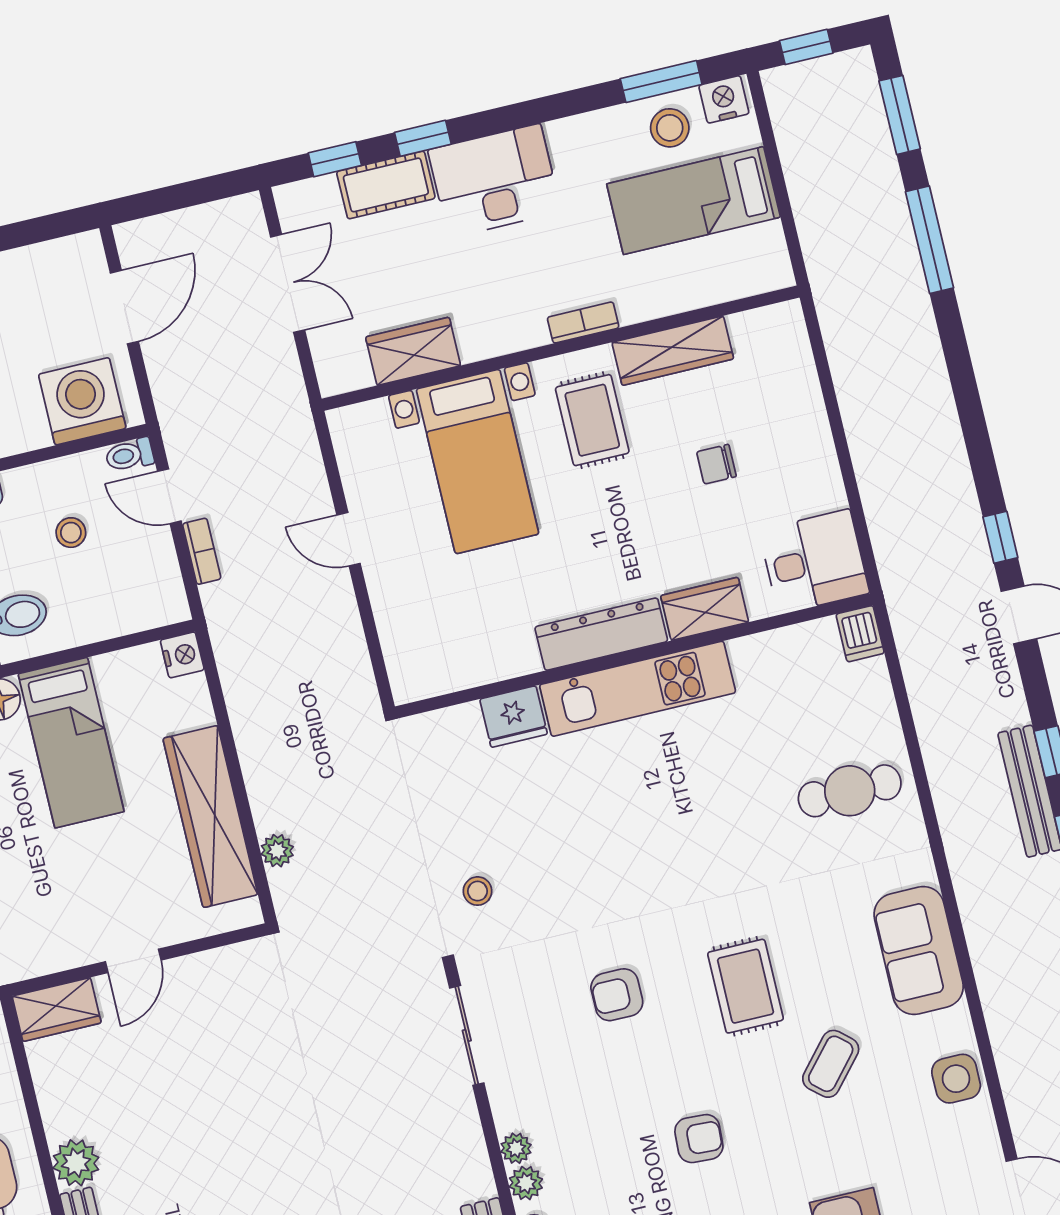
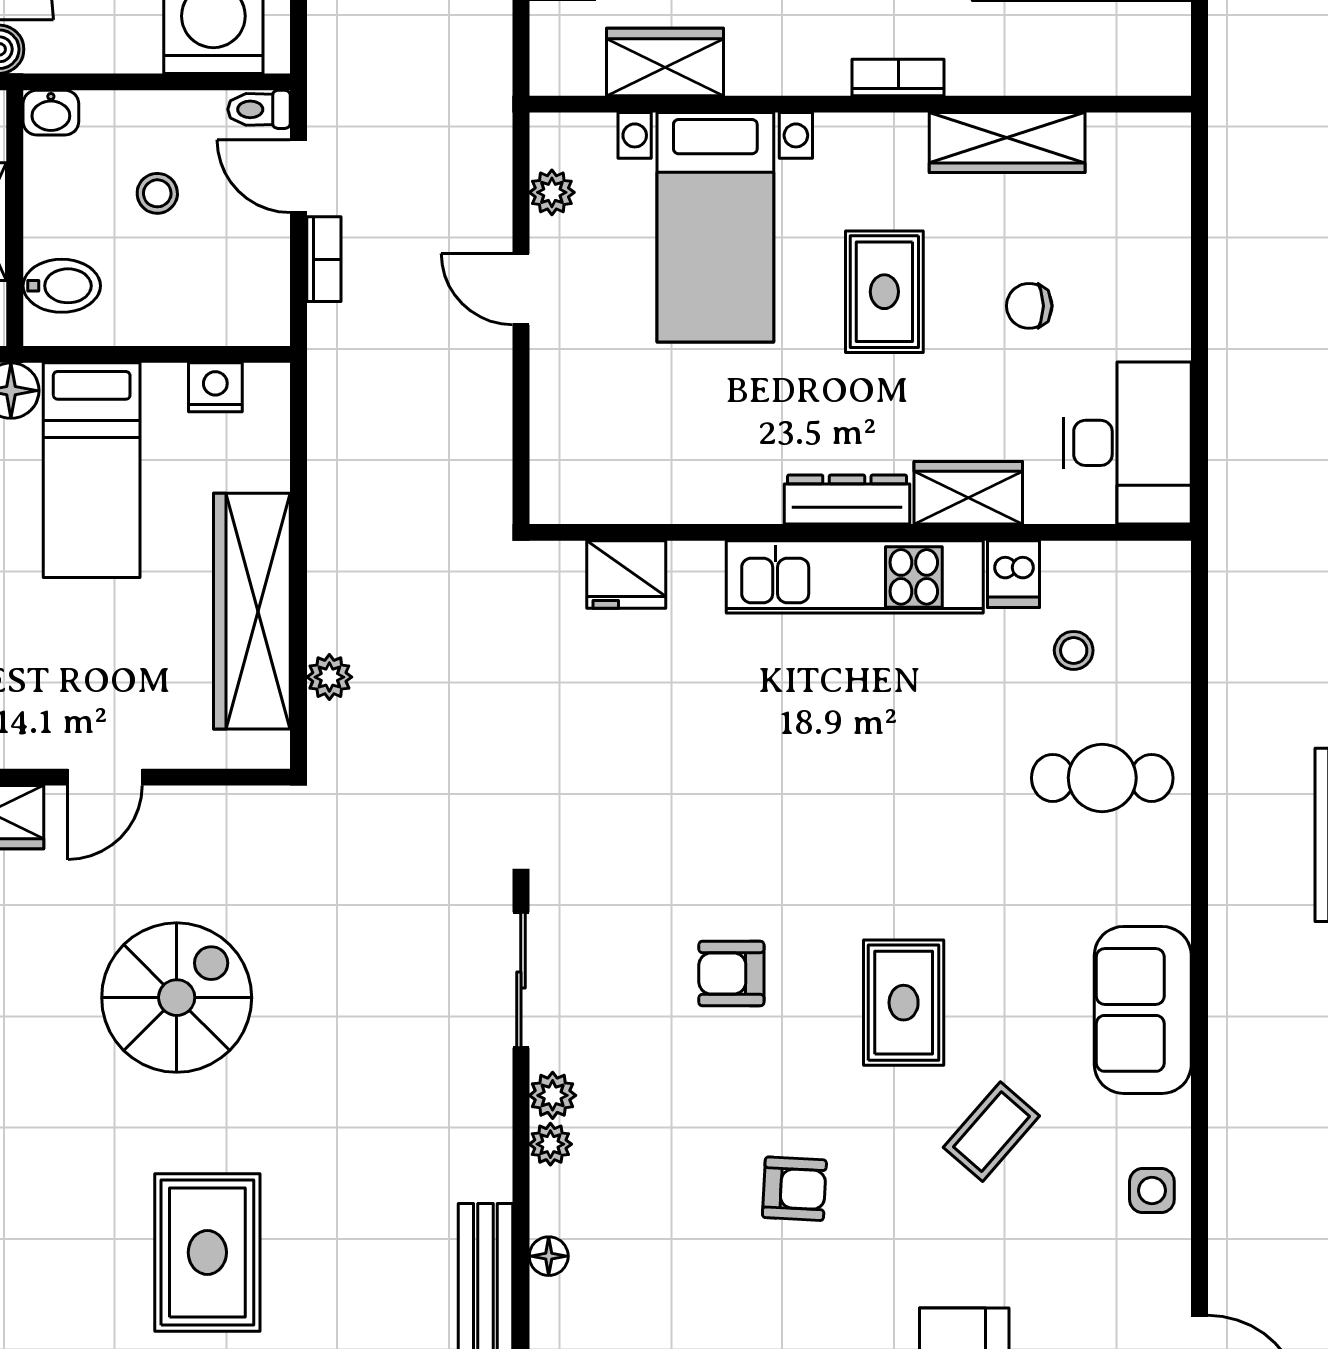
rug: (592, 420) -> (884, 292), moved
plant: (354, 464) -> (552, 192), added
desk: (814, 562) -> (1127, 443), width x1.37
dresser: (601, 634) -> (847, 500), width x0.73, depth x0.80
dishwasher: (860, 634) -> (1014, 574), moved
nightstand: (182, 655) -> (215, 387), moved, turned -90
fridge: (514, 717) -> (626, 575), moved
stool: (478, 891) -> (1074, 650), moved
side table: (956, 1079) -> (1152, 1191), width x0.73, depth x0.73
spiral stairs: (222, 1107) -> (177, 998), added
plant: (526, 1183) -> (553, 1095), moved

